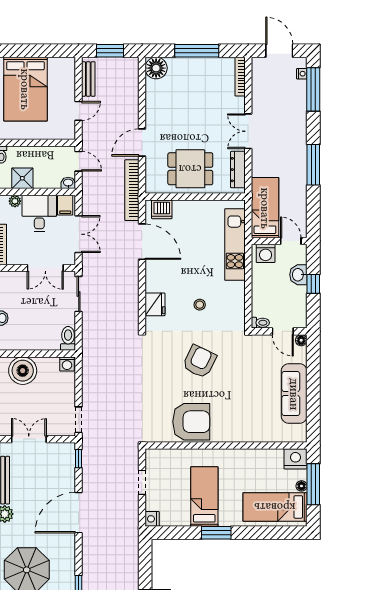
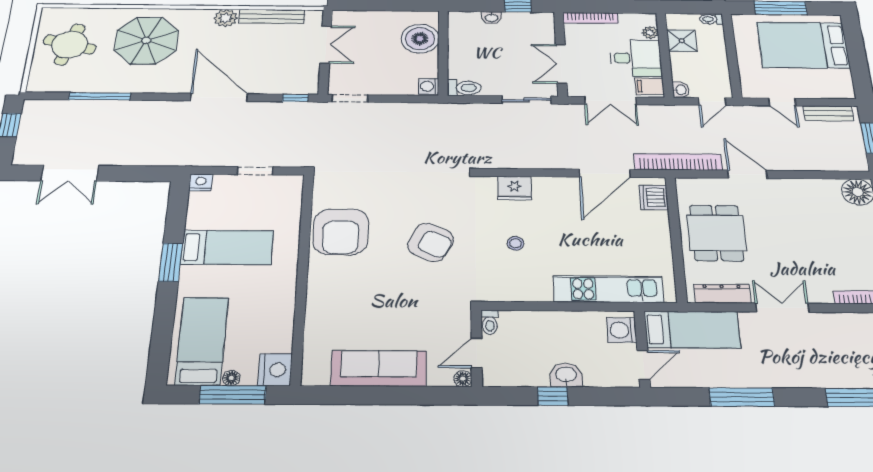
bed: (265, 208) -> (692, 330), moved
wall: (279, 241) -> (642, 349), moved
door: (291, 241) -> (643, 365), moved
washing machine: (266, 253) -> (622, 330), moved

